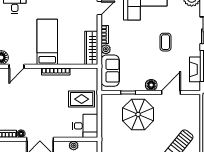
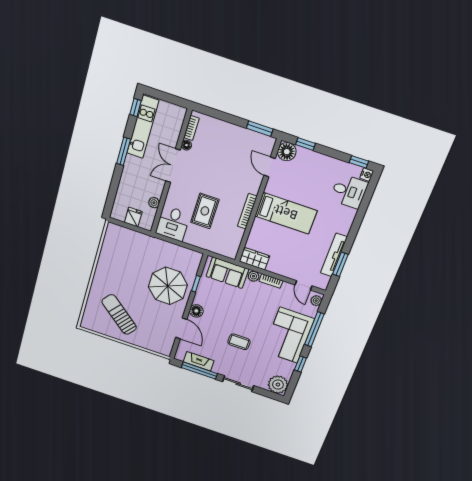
wardrobe: (91, 48) -> (254, 259), width x0.67
rug: (82, 99) -> (205, 211), moved

